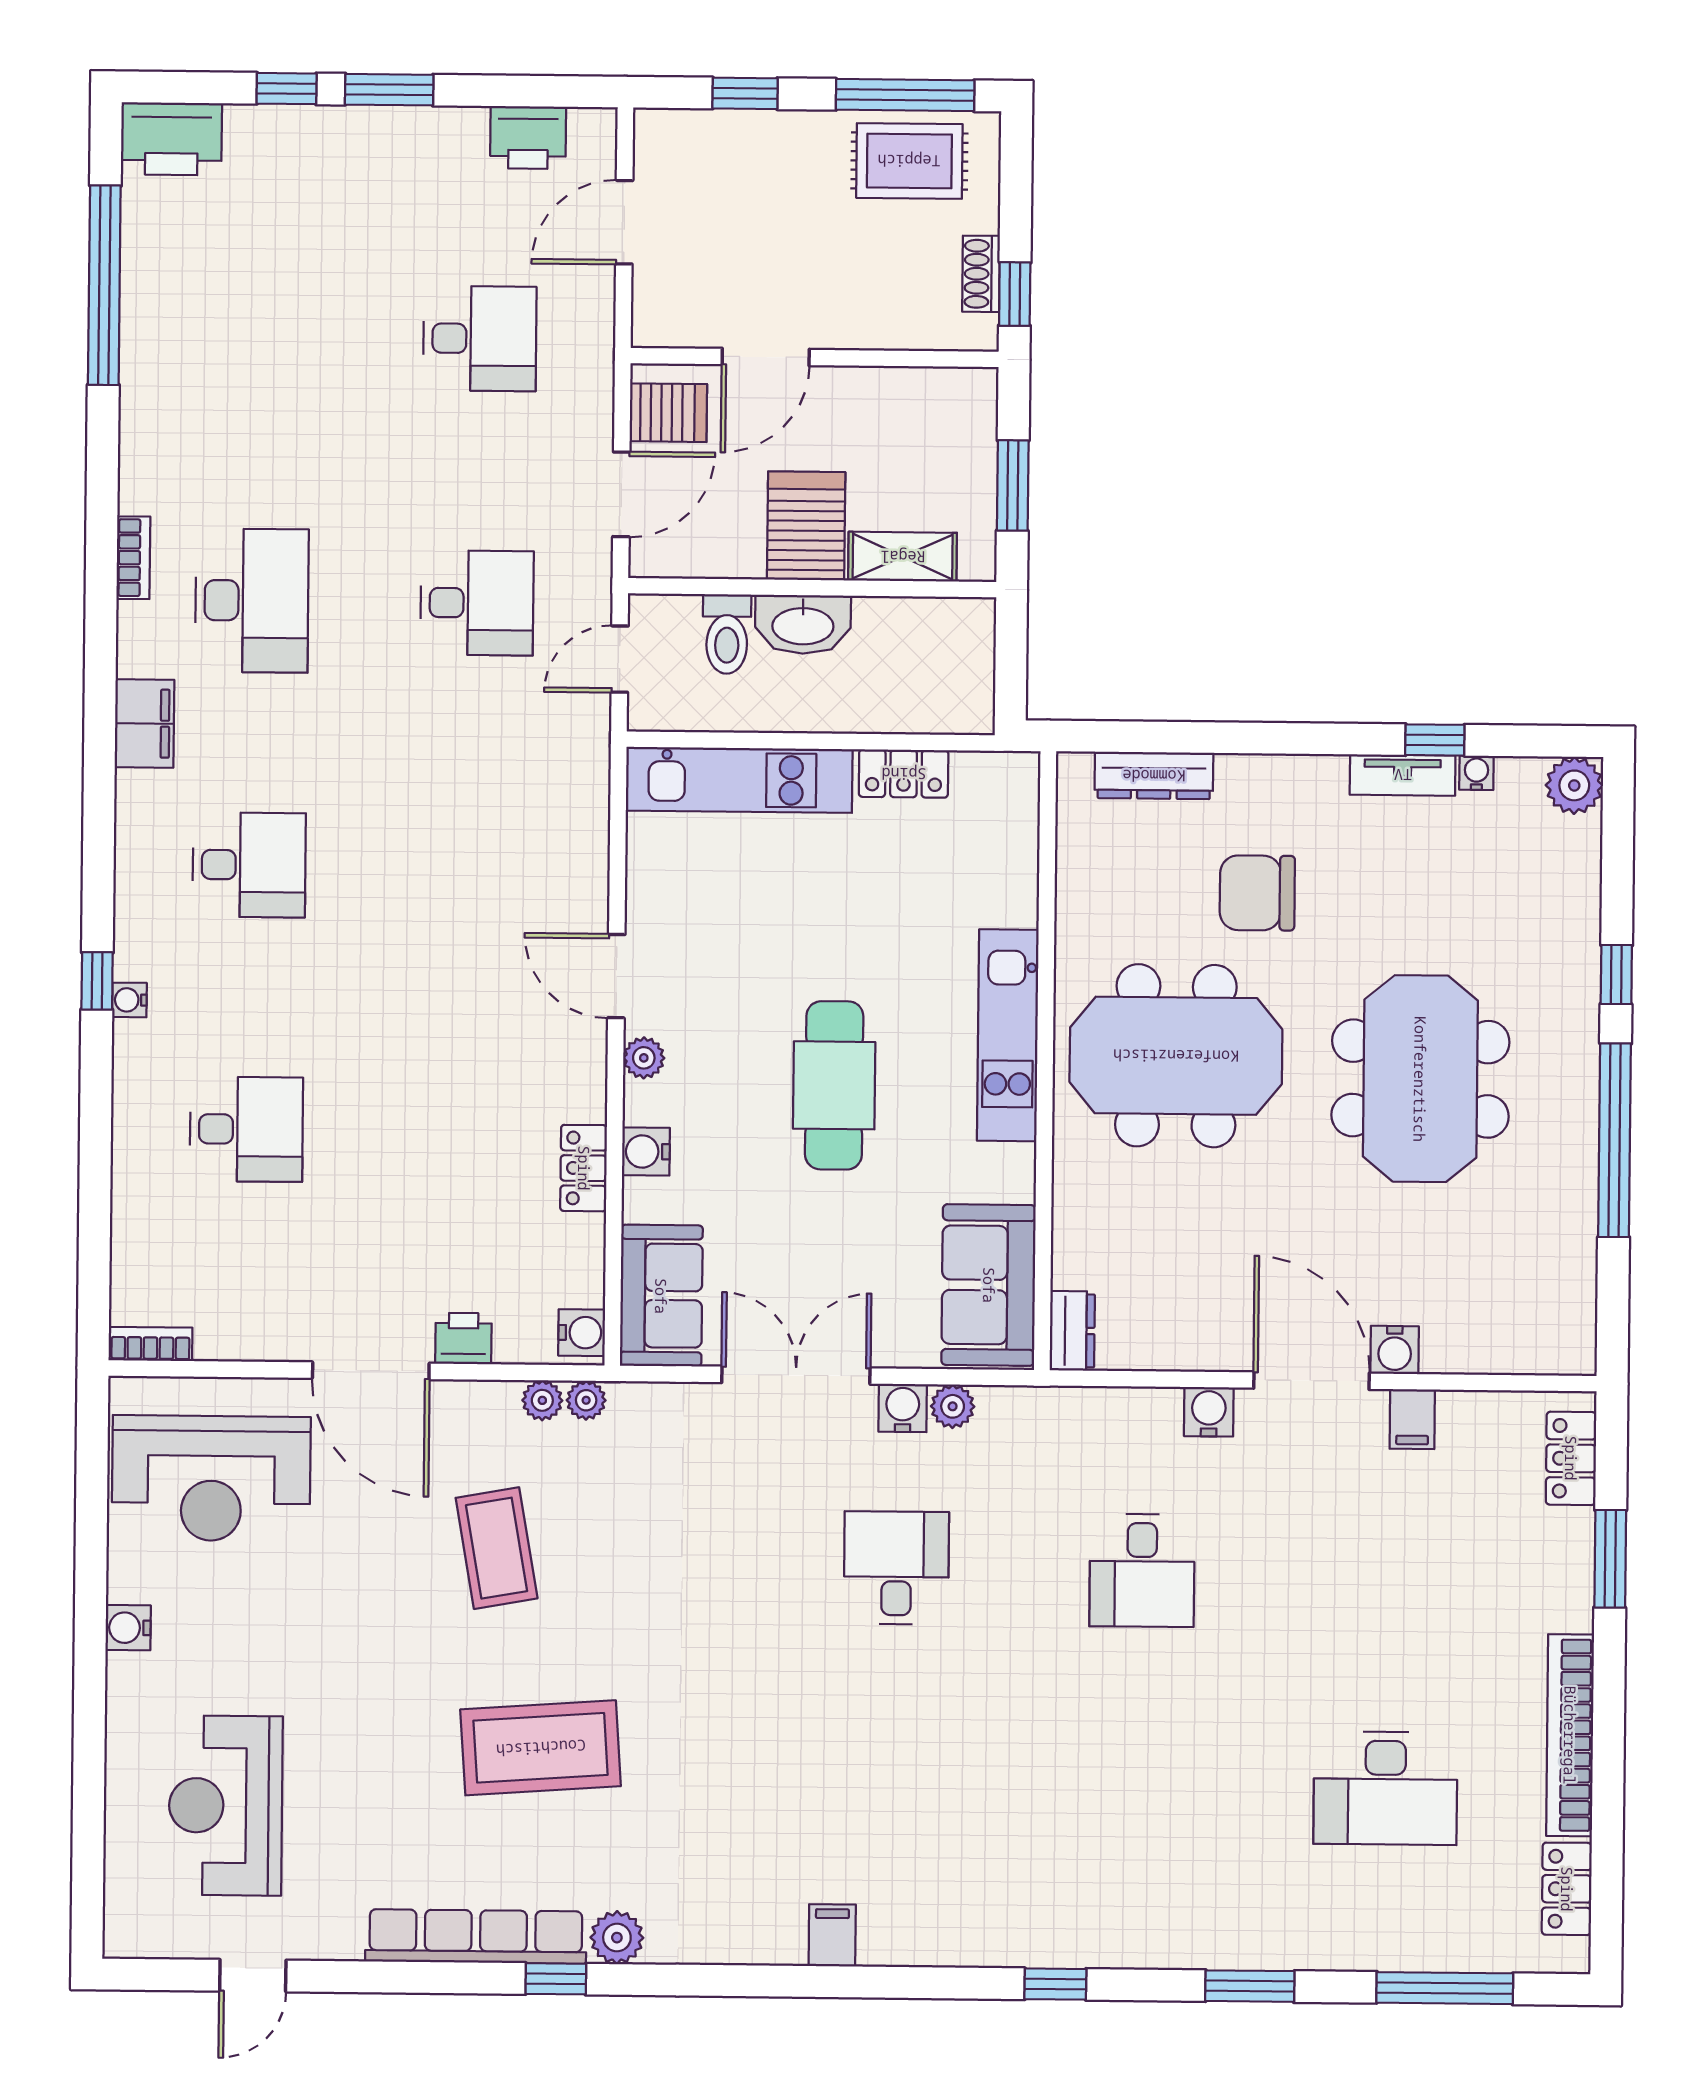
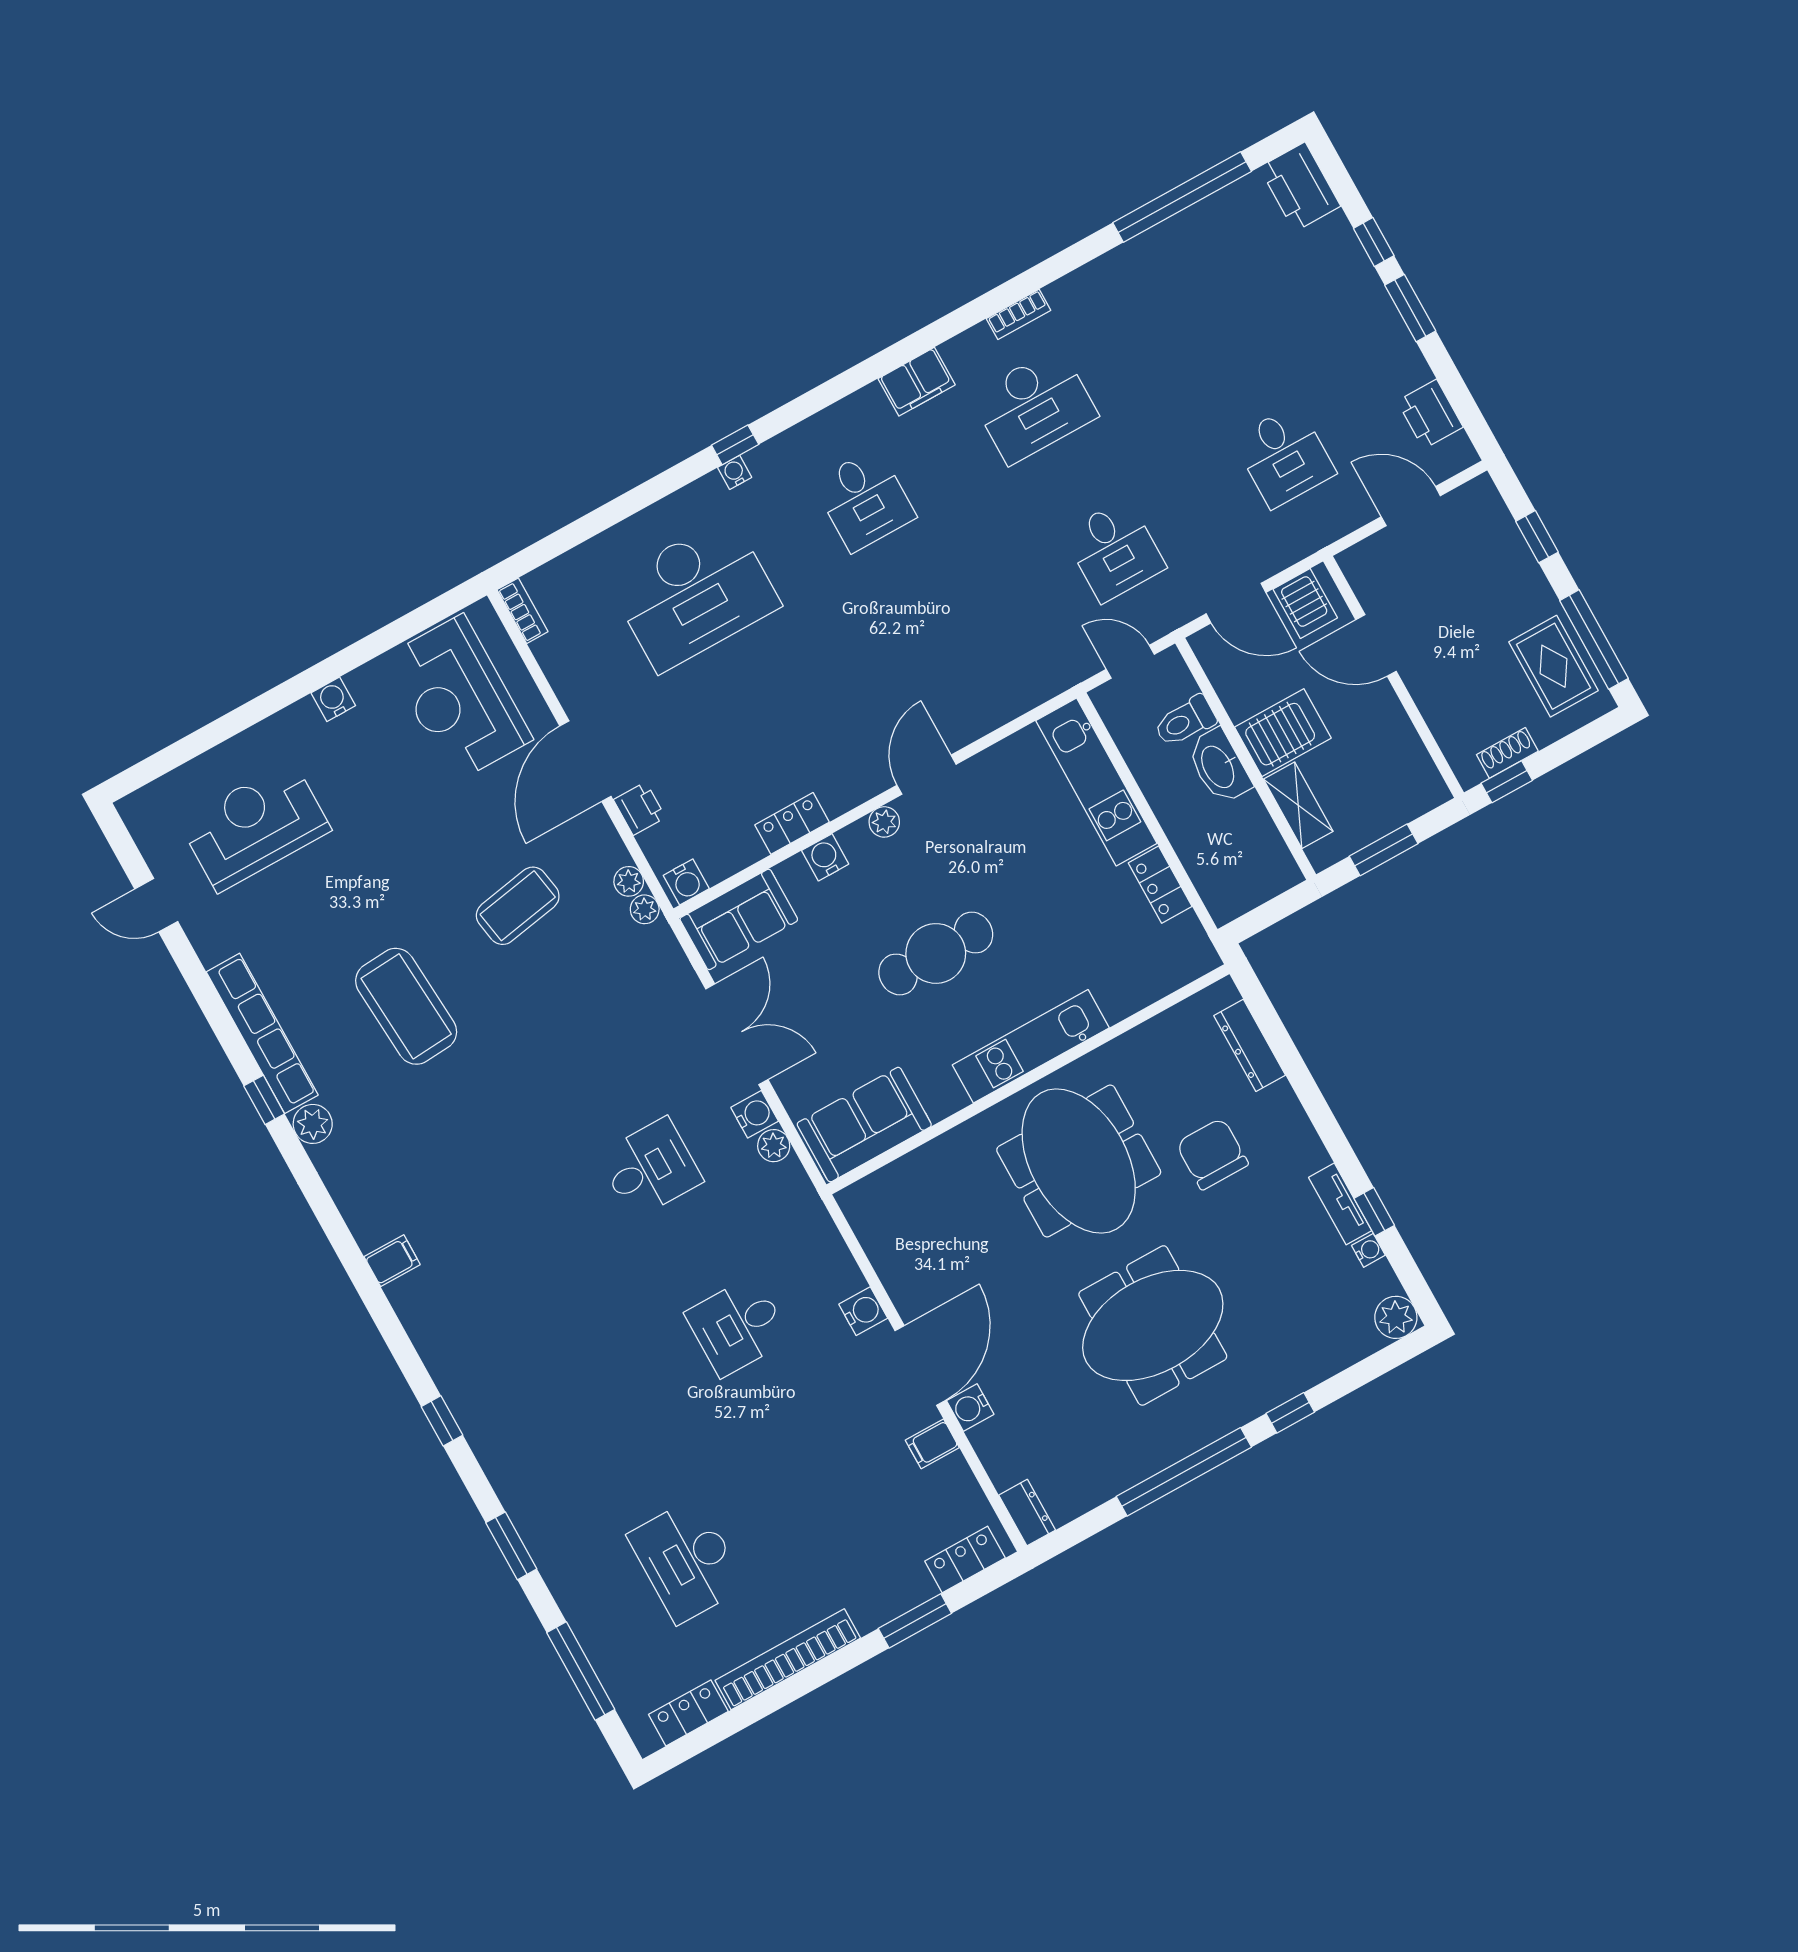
desk: (246, 1129) -> (694, 594), width x1.87, depth x1.30
dresser: (1072, 1331) -> (1027, 1513), moved, turned -90

